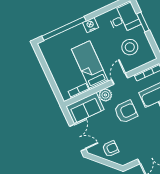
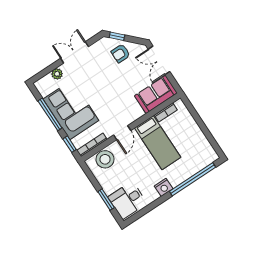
stool: (130, 47) -> (105, 159), moved
plant: (105, 95) -> (135, 112), removed
armchair: (126, 112) -> (110, 97), removed
window: (111, 164) -> (117, 36), added

